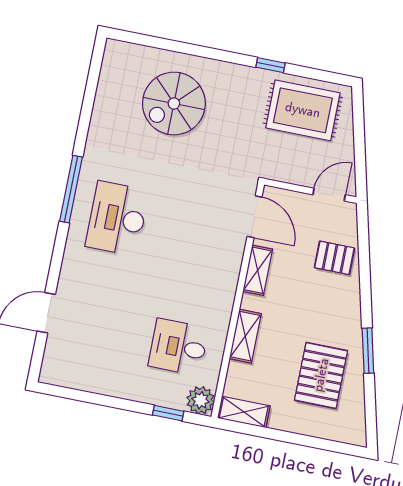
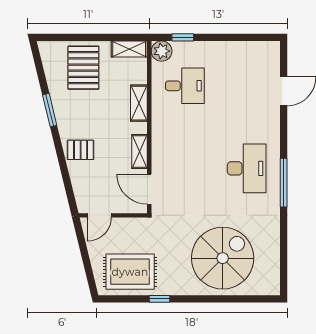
spiral stairs: (174, 103) -> (223, 258), width x1.37, depth x1.37
pallet: (334, 258) -> (81, 150), moved
pallet: (321, 375) -> (83, 68), moved

